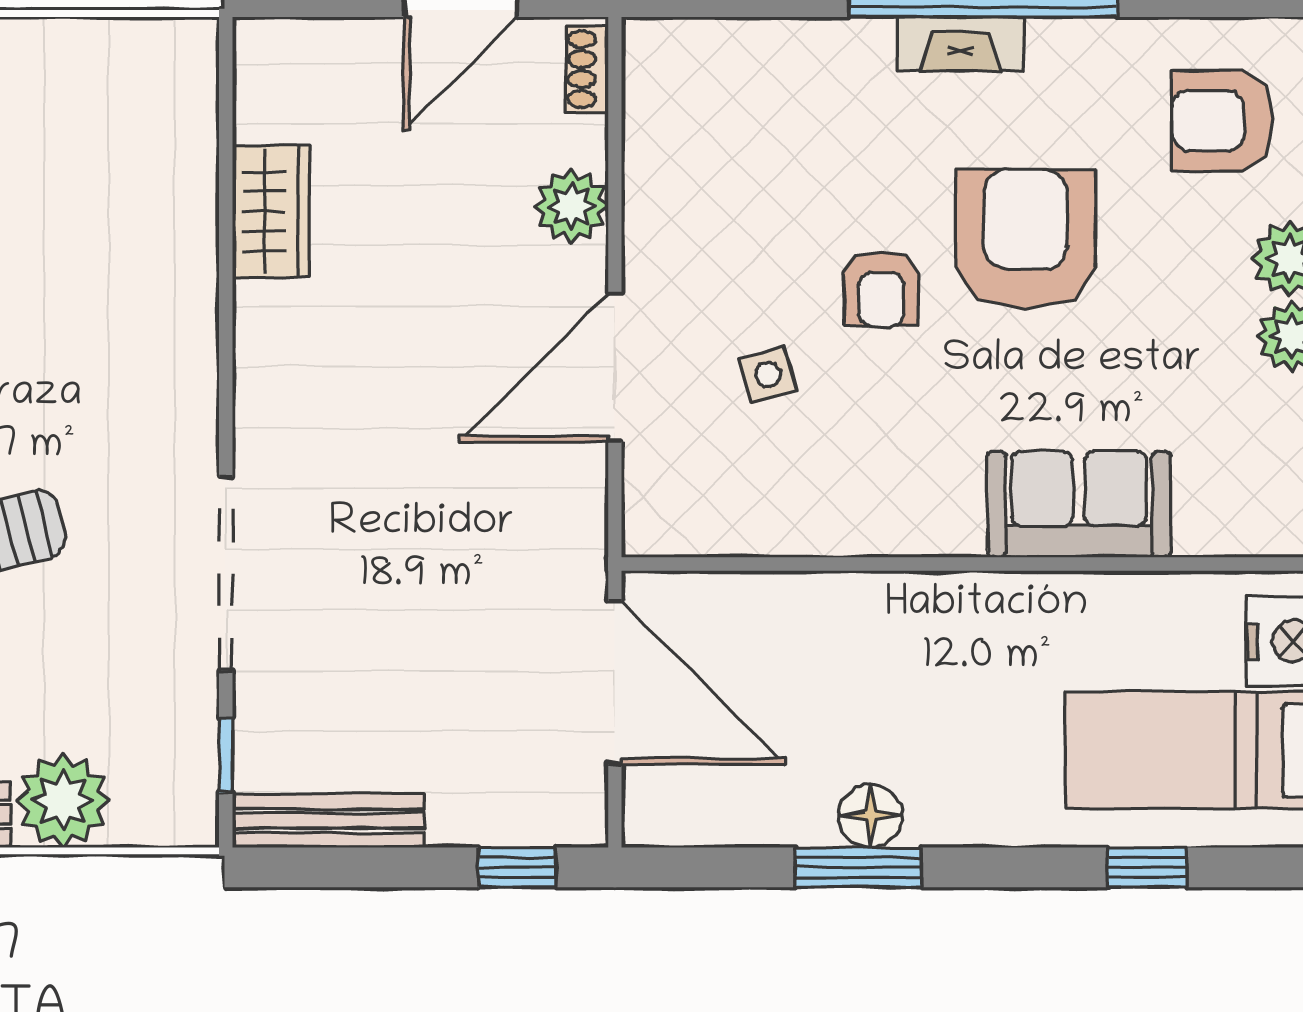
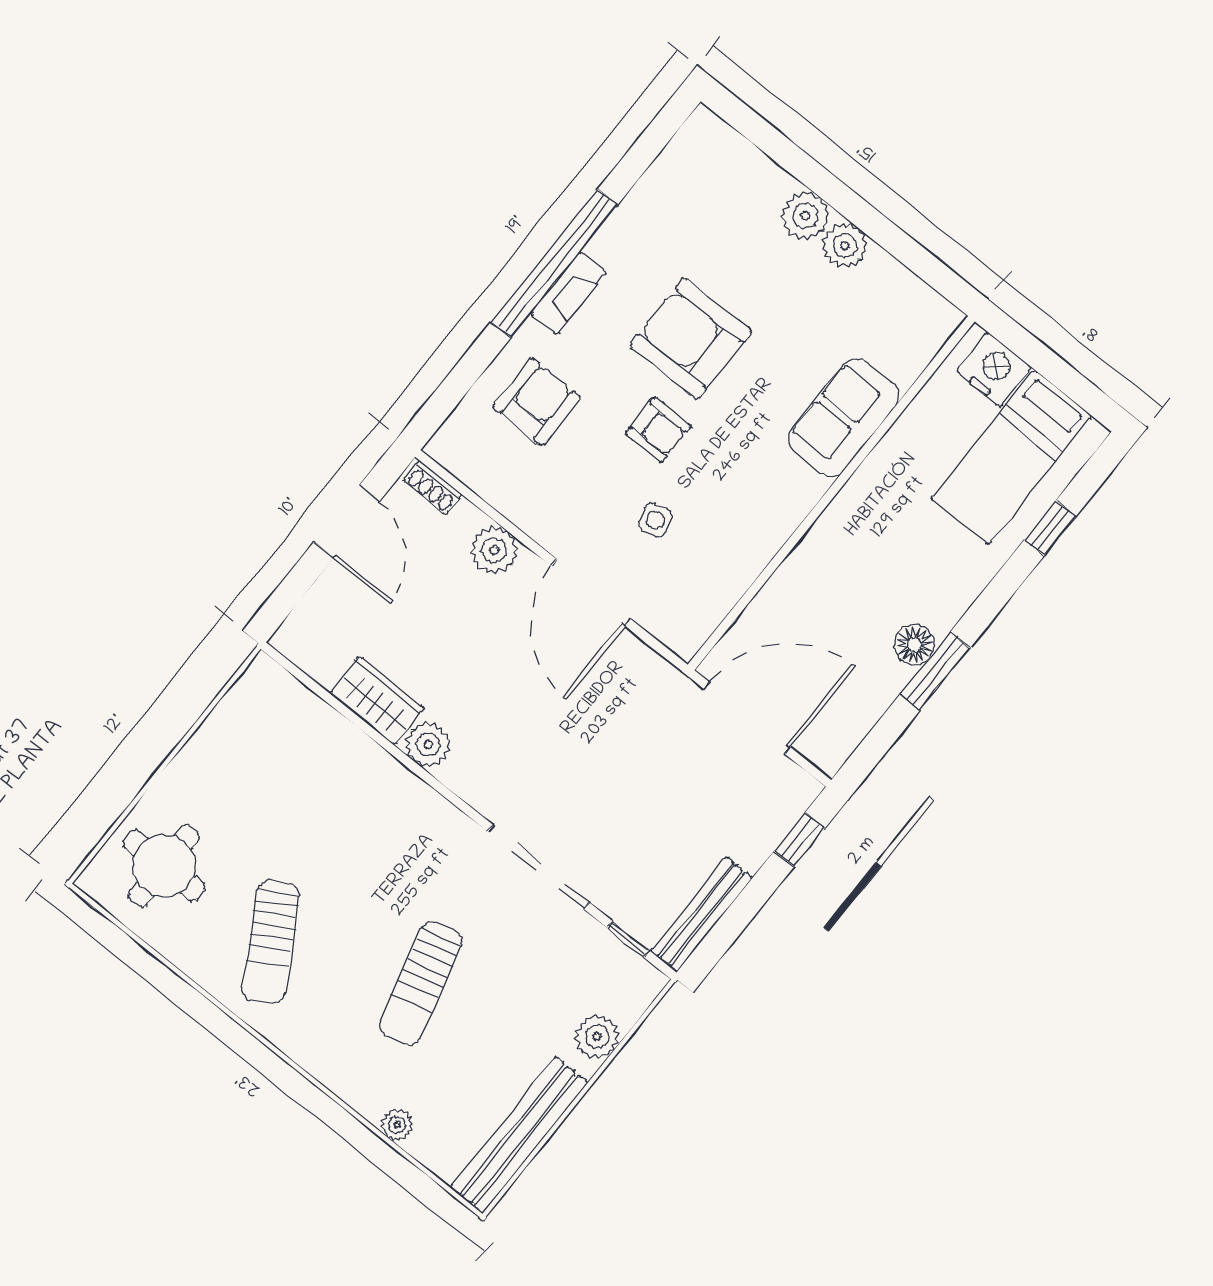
armchair: (1222, 121) -> (537, 402), moved, turned 180
plant: (267, 317) -> (428, 745), added
plant: (63, 801) -> (597, 1037), width x0.73, depth x0.73

